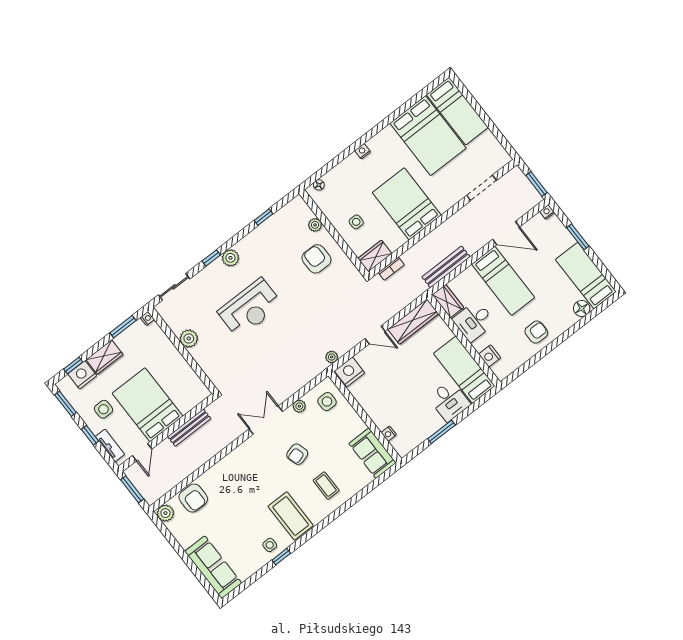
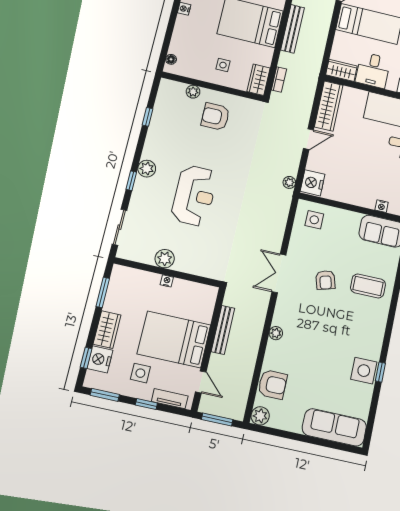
bench: (446, 267) -> (293, 29), moved
nightstand: (147, 319) -> (167, 281), moved
plant: (299, 406) -> (276, 333), moved
coffee table: (326, 486) -> (368, 286), width x1.36, depth x1.30
coffee table: (291, 516) -> (361, 333), removed
side table: (270, 545) -> (364, 371), width x1.87, depth x1.87

